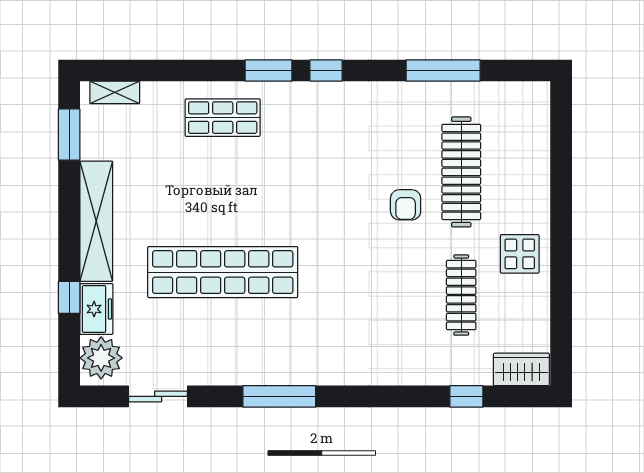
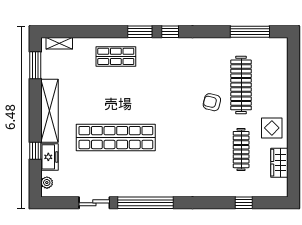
window: (443, 70) -> (250, 32), moved
armchair: (406, 205) -> (212, 102), turned 103
plant: (101, 358) -> (47, 183), width x0.53, depth x0.53
wardrobe: (521, 369) -> (279, 163), moved, turned -90
sliding door: (158, 396) -> (94, 203), moved
window: (279, 396) -> (146, 203), width x1.46

